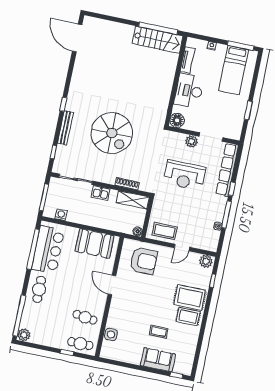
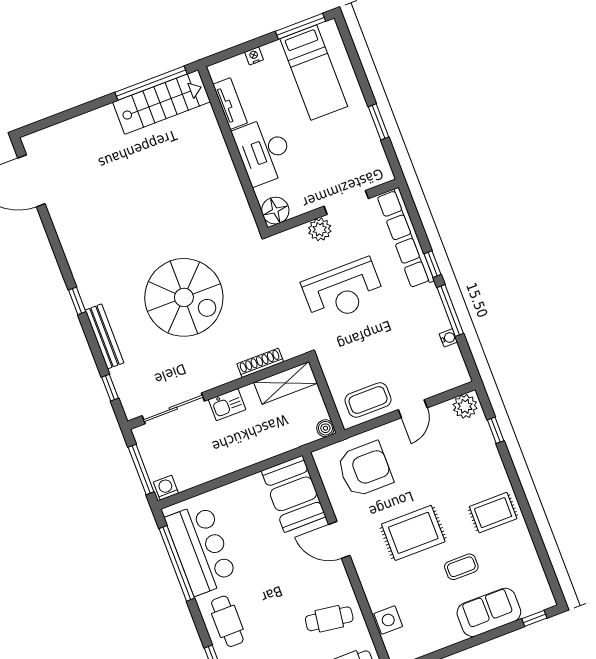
washing machine: (61, 215) -> (166, 488), moved
booth: (95, 244) -> (293, 494), moved, turned 90
rug: (190, 297) -> (413, 533), moved

